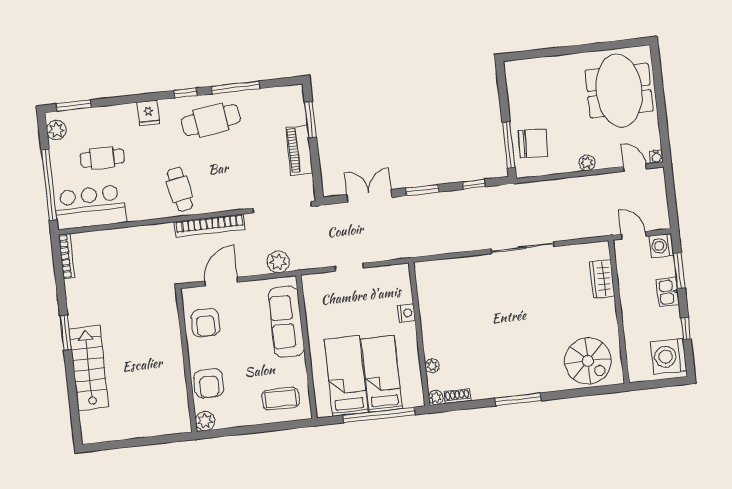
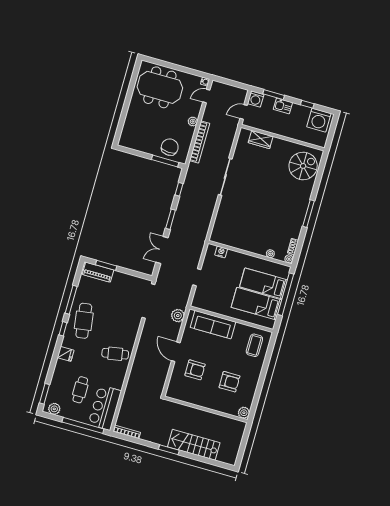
piano: (299, 150) -> (98, 272), moved
bookcase: (210, 226) -> (200, 142), moved
nightstand: (406, 313) -> (221, 252), moved
wall: (186, 360) -> (206, 409), moved
plant: (205, 421) -> (244, 413), moved

